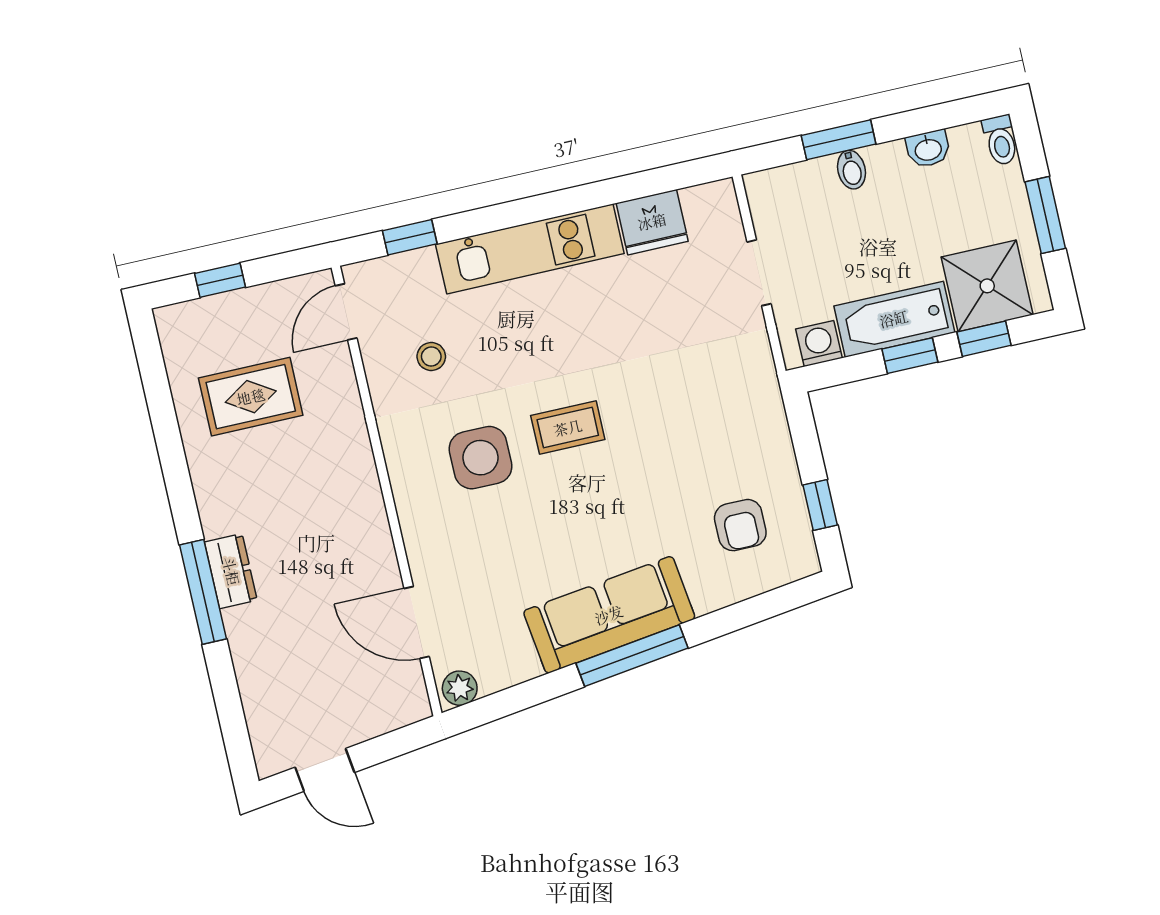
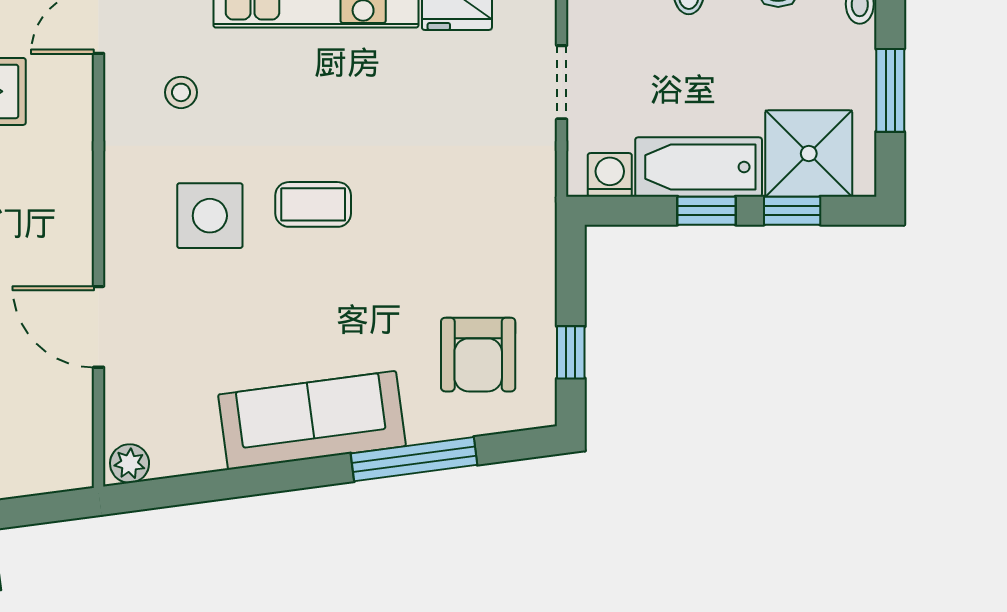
armchair: (740, 525) -> (478, 355), width x1.38, depth x1.38
door: (417, 622) -> (99, 327), moved
window: (632, 656) -> (414, 459), moved

